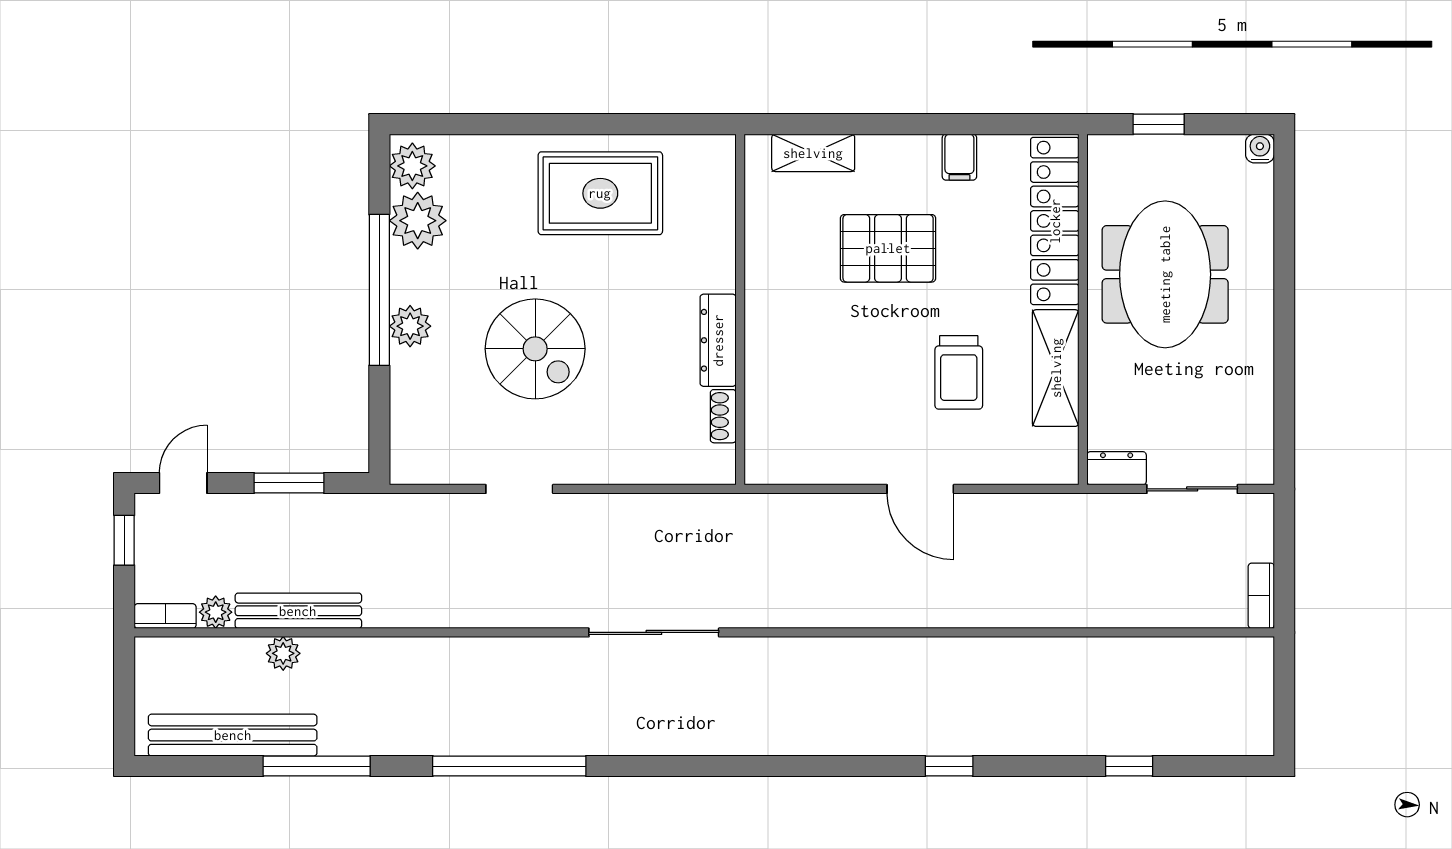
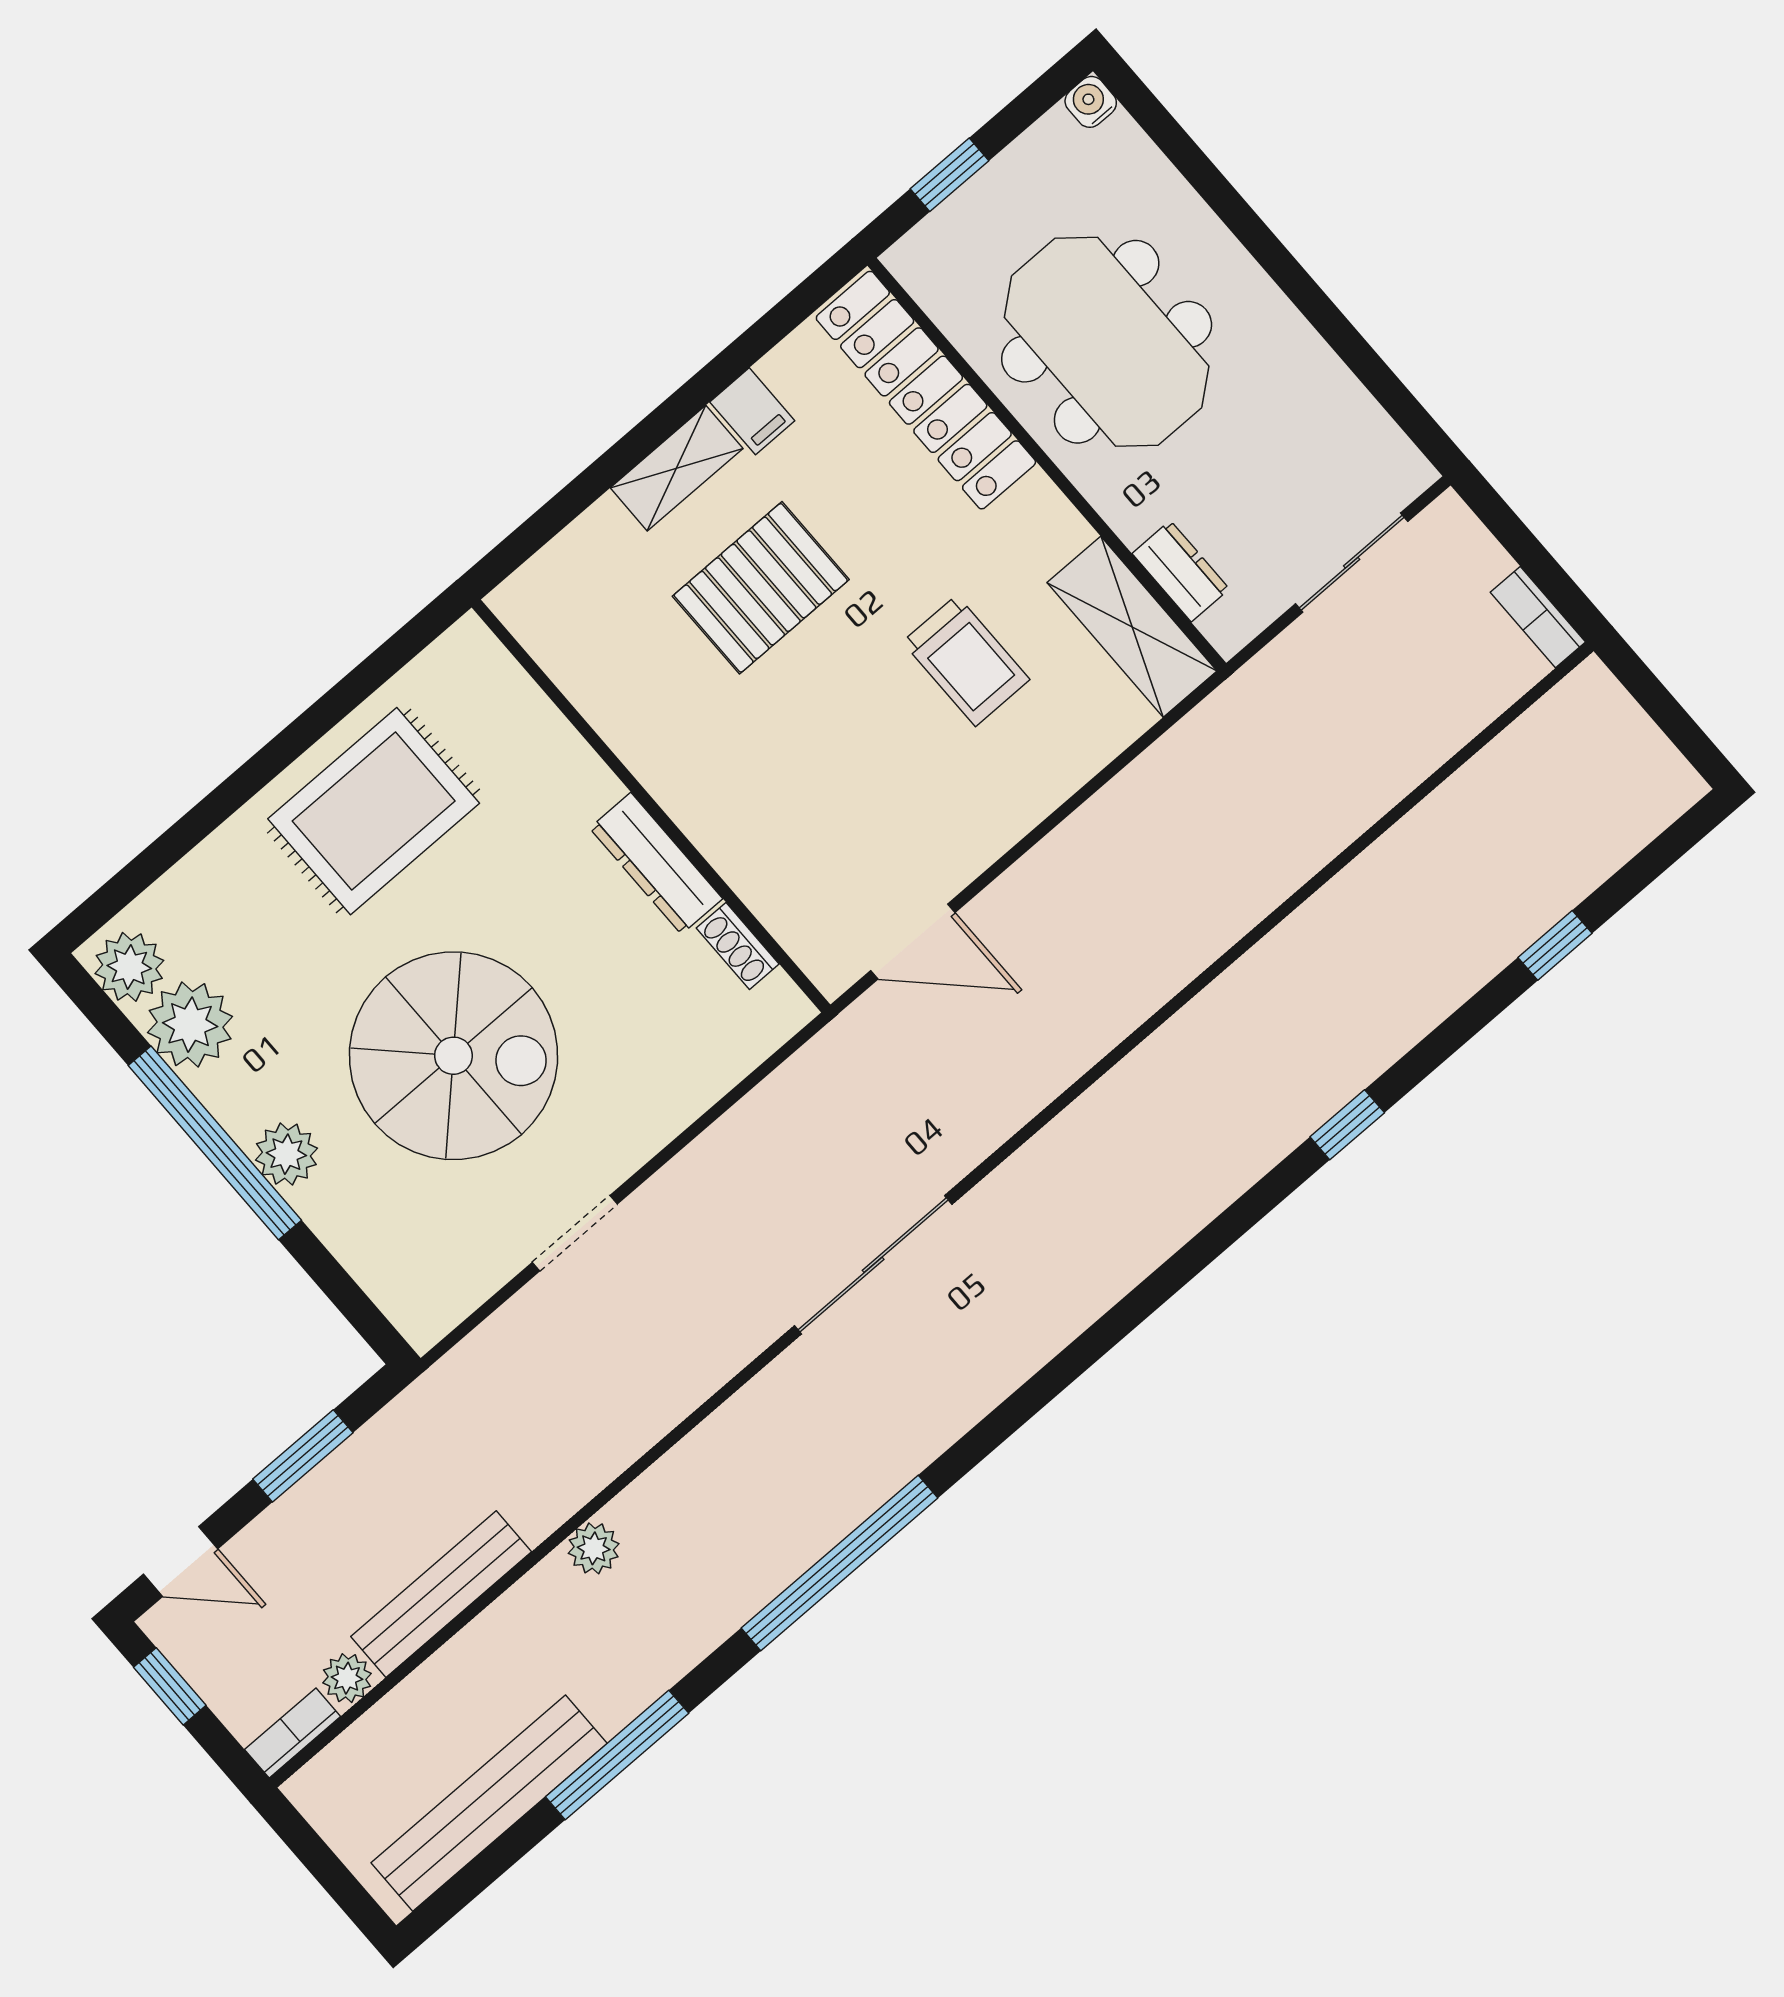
shelving: (813, 153) -> (677, 468), moved
spiral stairs: (535, 349) -> (453, 1056), width x1.37, depth x1.37
shelving: (1056, 368) -> (1132, 627), moved
dresser: (1117, 468) -> (1181, 571), moved, turned 90
door: (183, 483) -> (181, 1561), swing flipped
door: (920, 489) -> (913, 941), moved
plant: (283, 653) -> (594, 1548), moved

